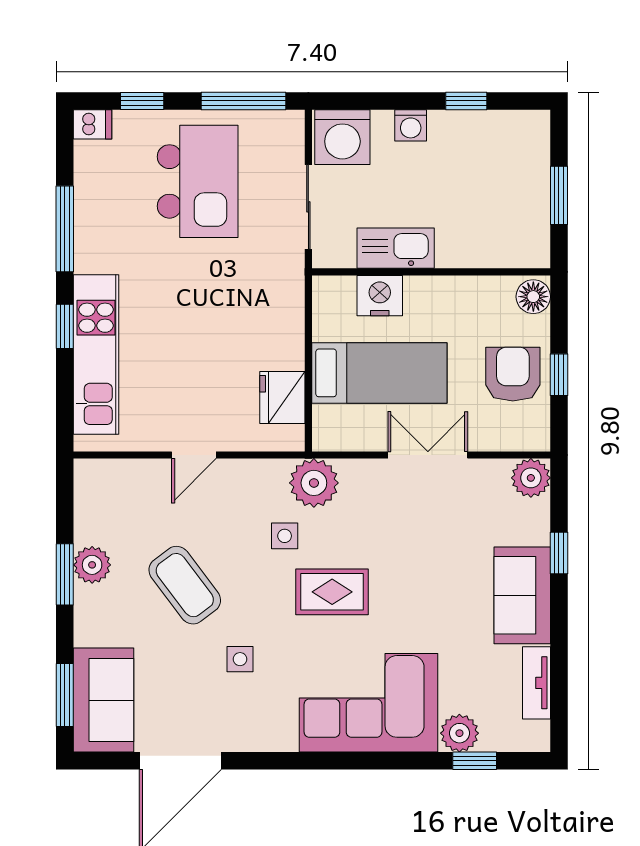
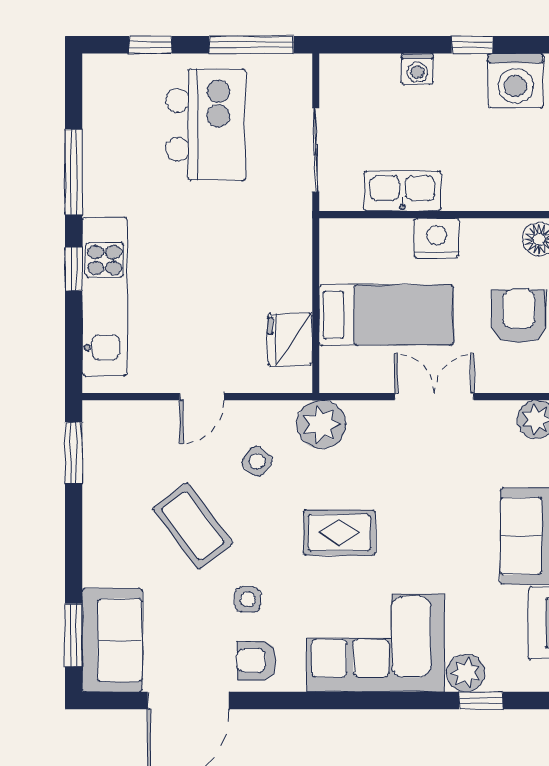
dishwasher: (93, 124) -> (101, 68), removed
washing machine: (342, 137) -> (516, 81), moved
nightstand: (380, 296) -> (437, 238), moved
side table: (285, 536) -> (257, 461), moved, turned 38
plant: (92, 565) -> (101, 506), removed
window: (65, 574) -> (74, 453), moved
armchair: (249, 721) -> (257, 661), added

